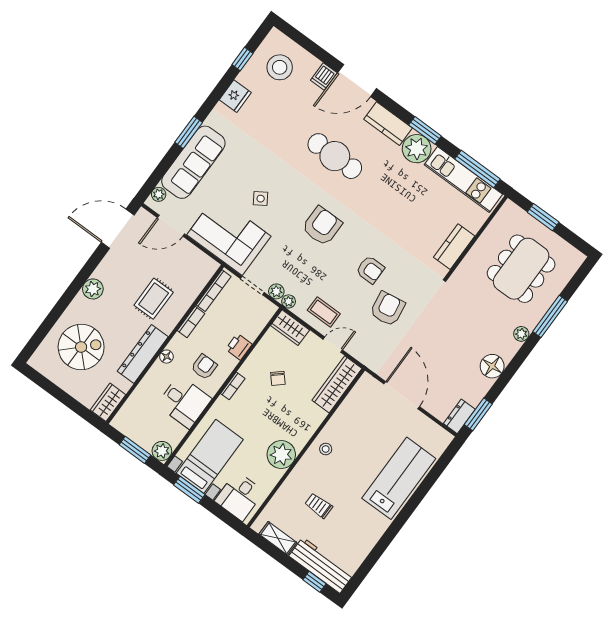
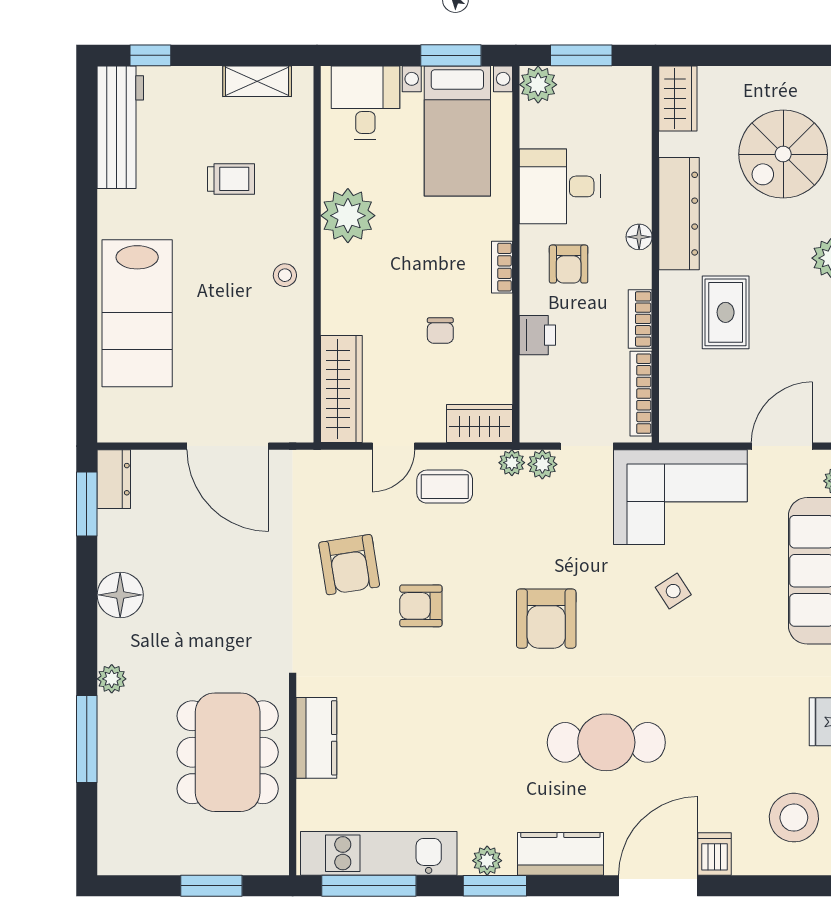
plant: (417, 149) -> (487, 861), width x0.53, depth x0.53
dining table: (521, 269) -> (228, 752), moved
chair: (278, 378) -> (440, 331), turned -139
workbench: (321, 565) -> (120, 127), moved, turned -90

